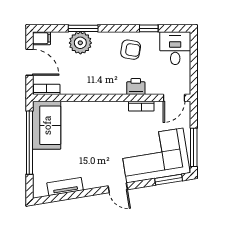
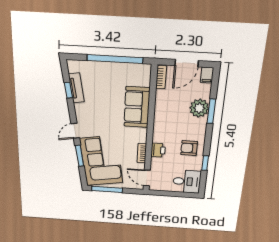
armchair: (131, 50) -> (189, 148), turned 81
sofa: (47, 125) -> (137, 107), moved, turned 90
window: (169, 180) -> (80, 156), moved
window: (68, 196) -> (68, 90), added

